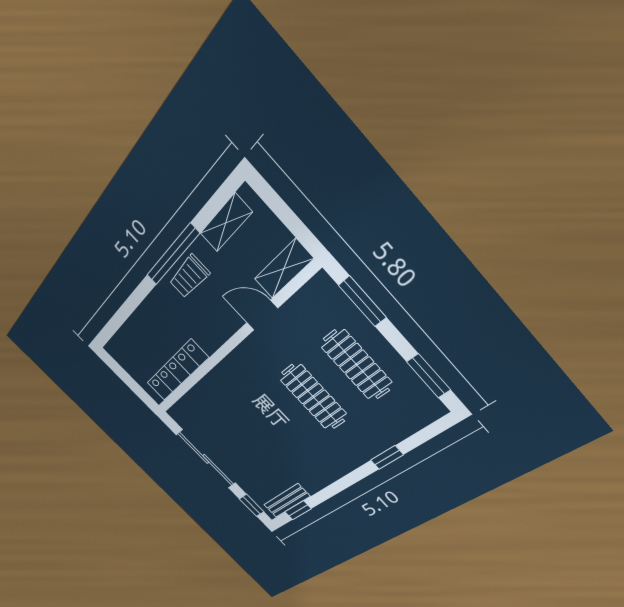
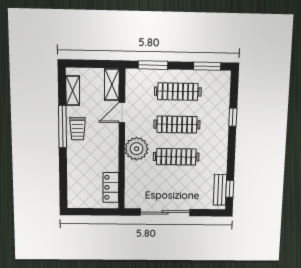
locker: (177, 370) -> (111, 187), width x0.66
plant: (238, 371) -> (137, 149), added
clothes rail: (275, 425) -> (176, 157), added
window: (252, 505) -> (209, 213), removed

